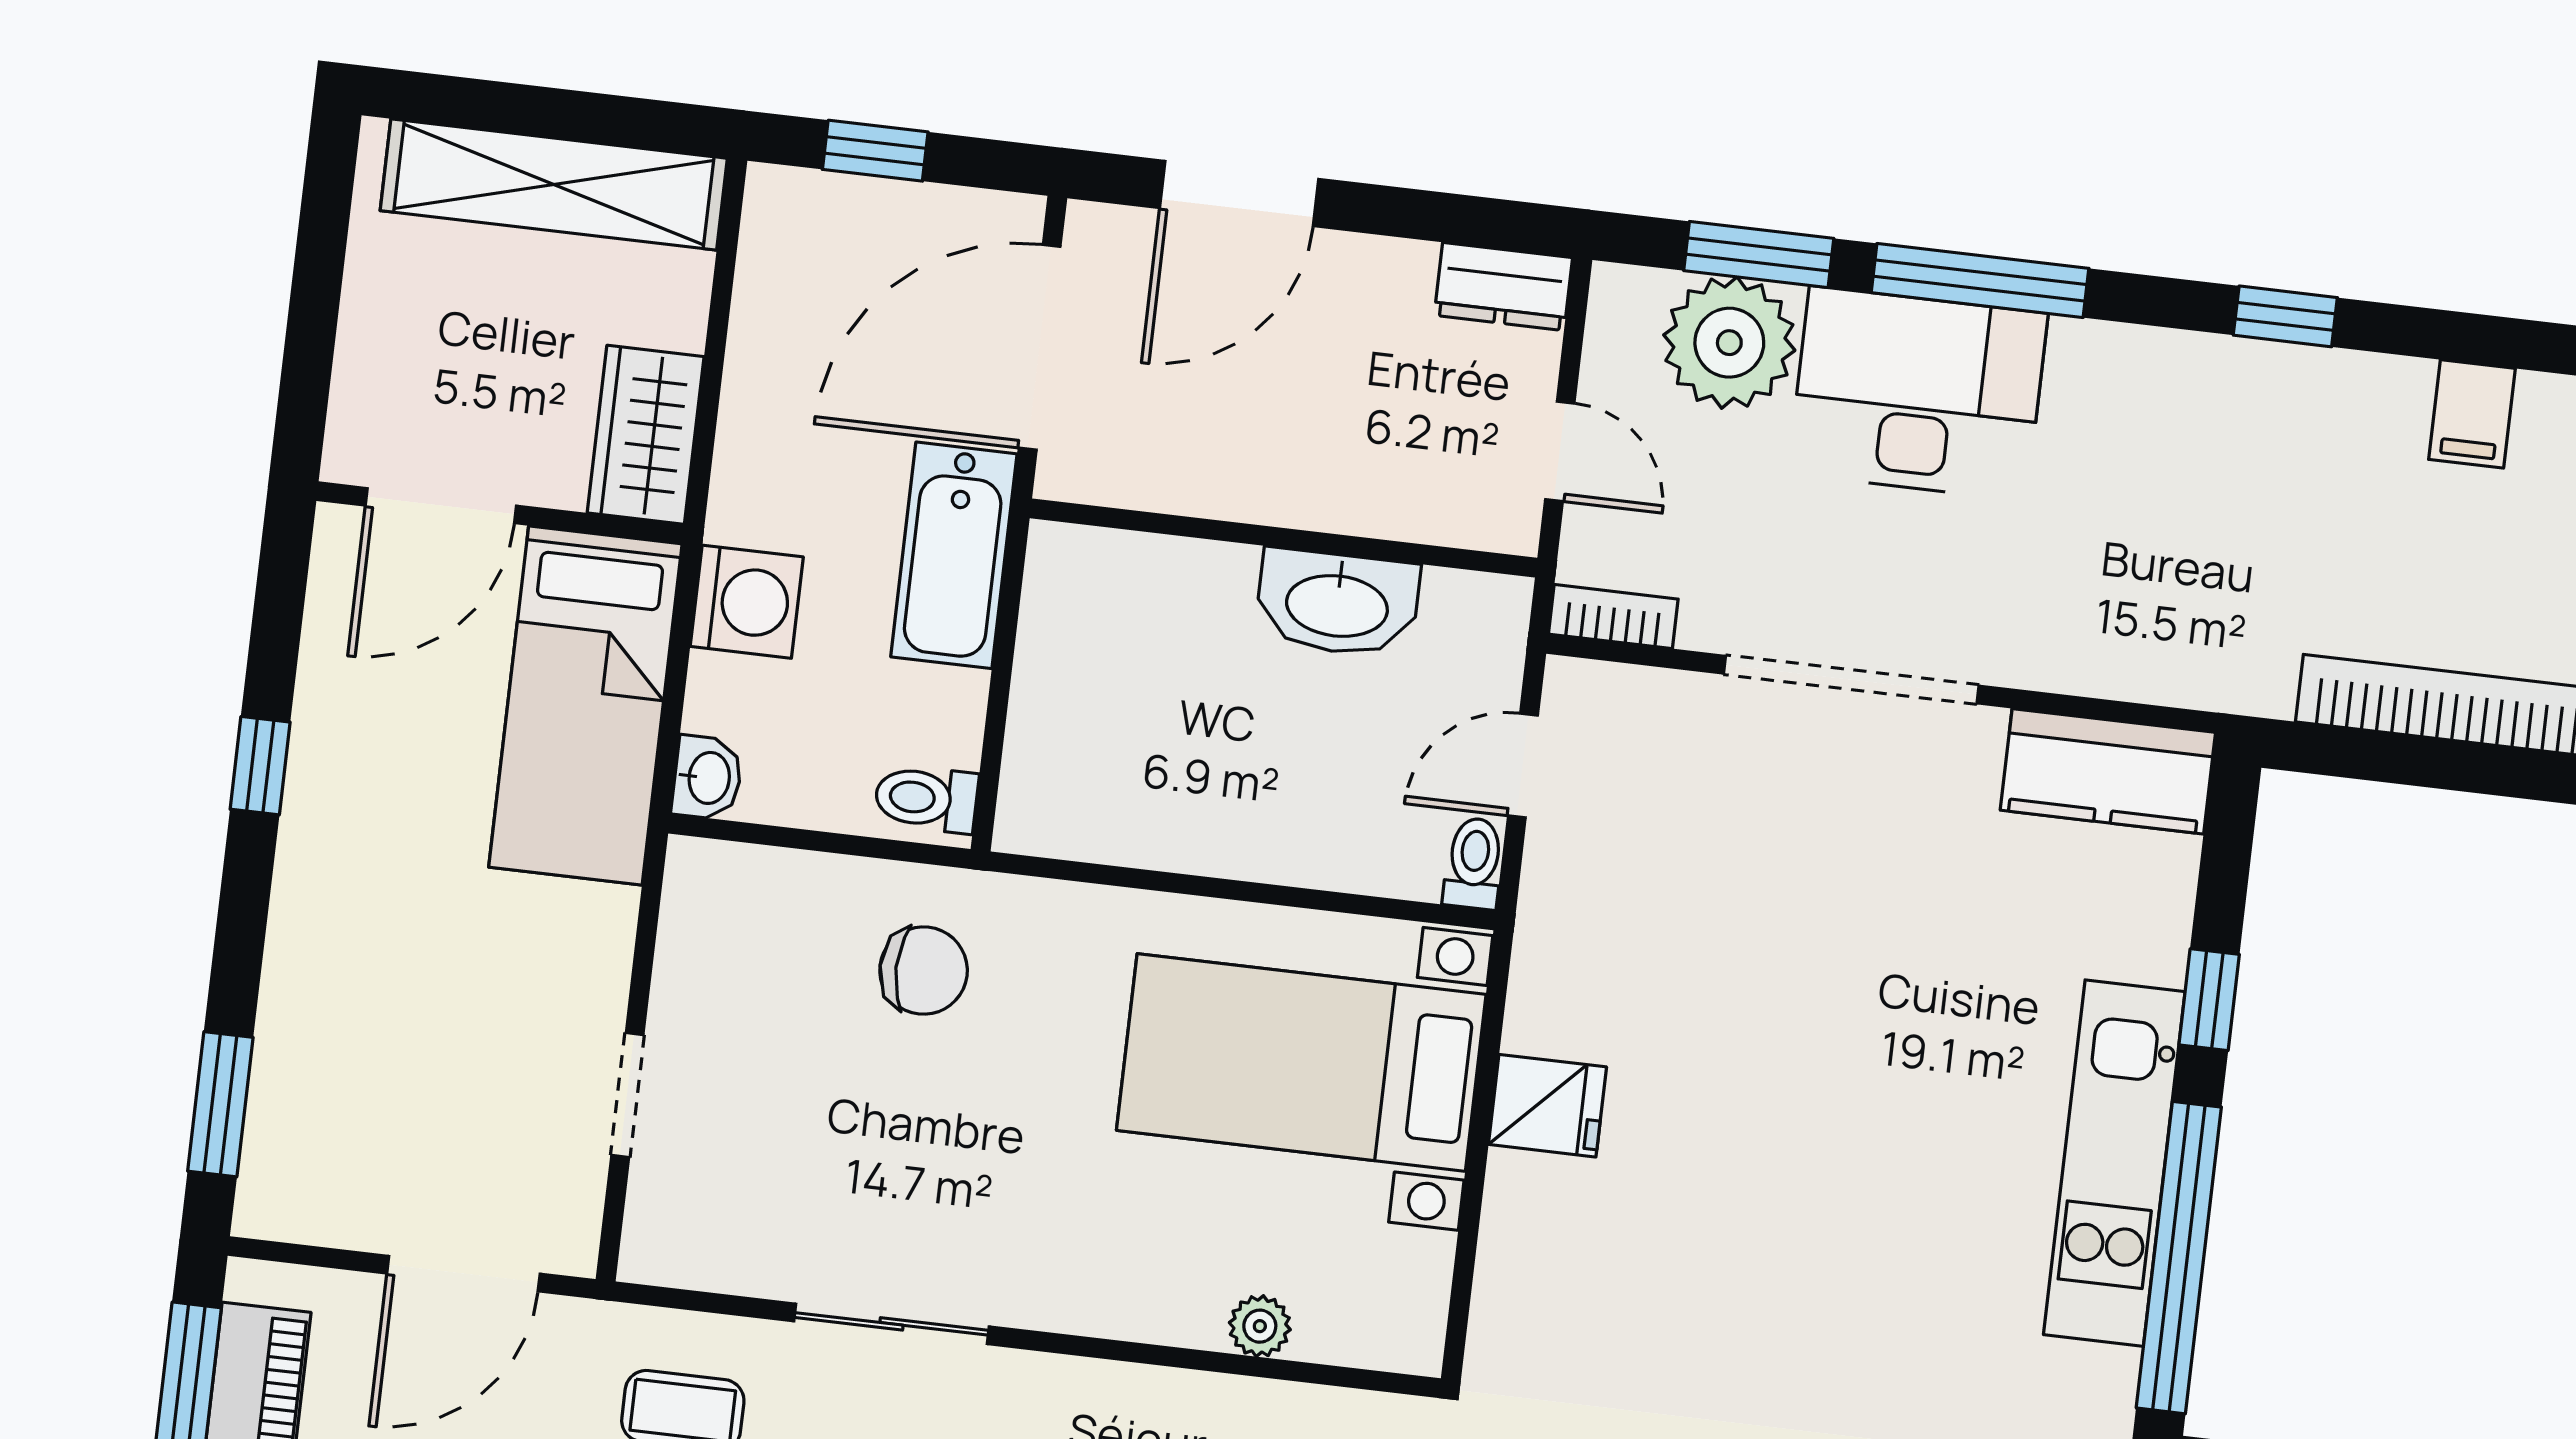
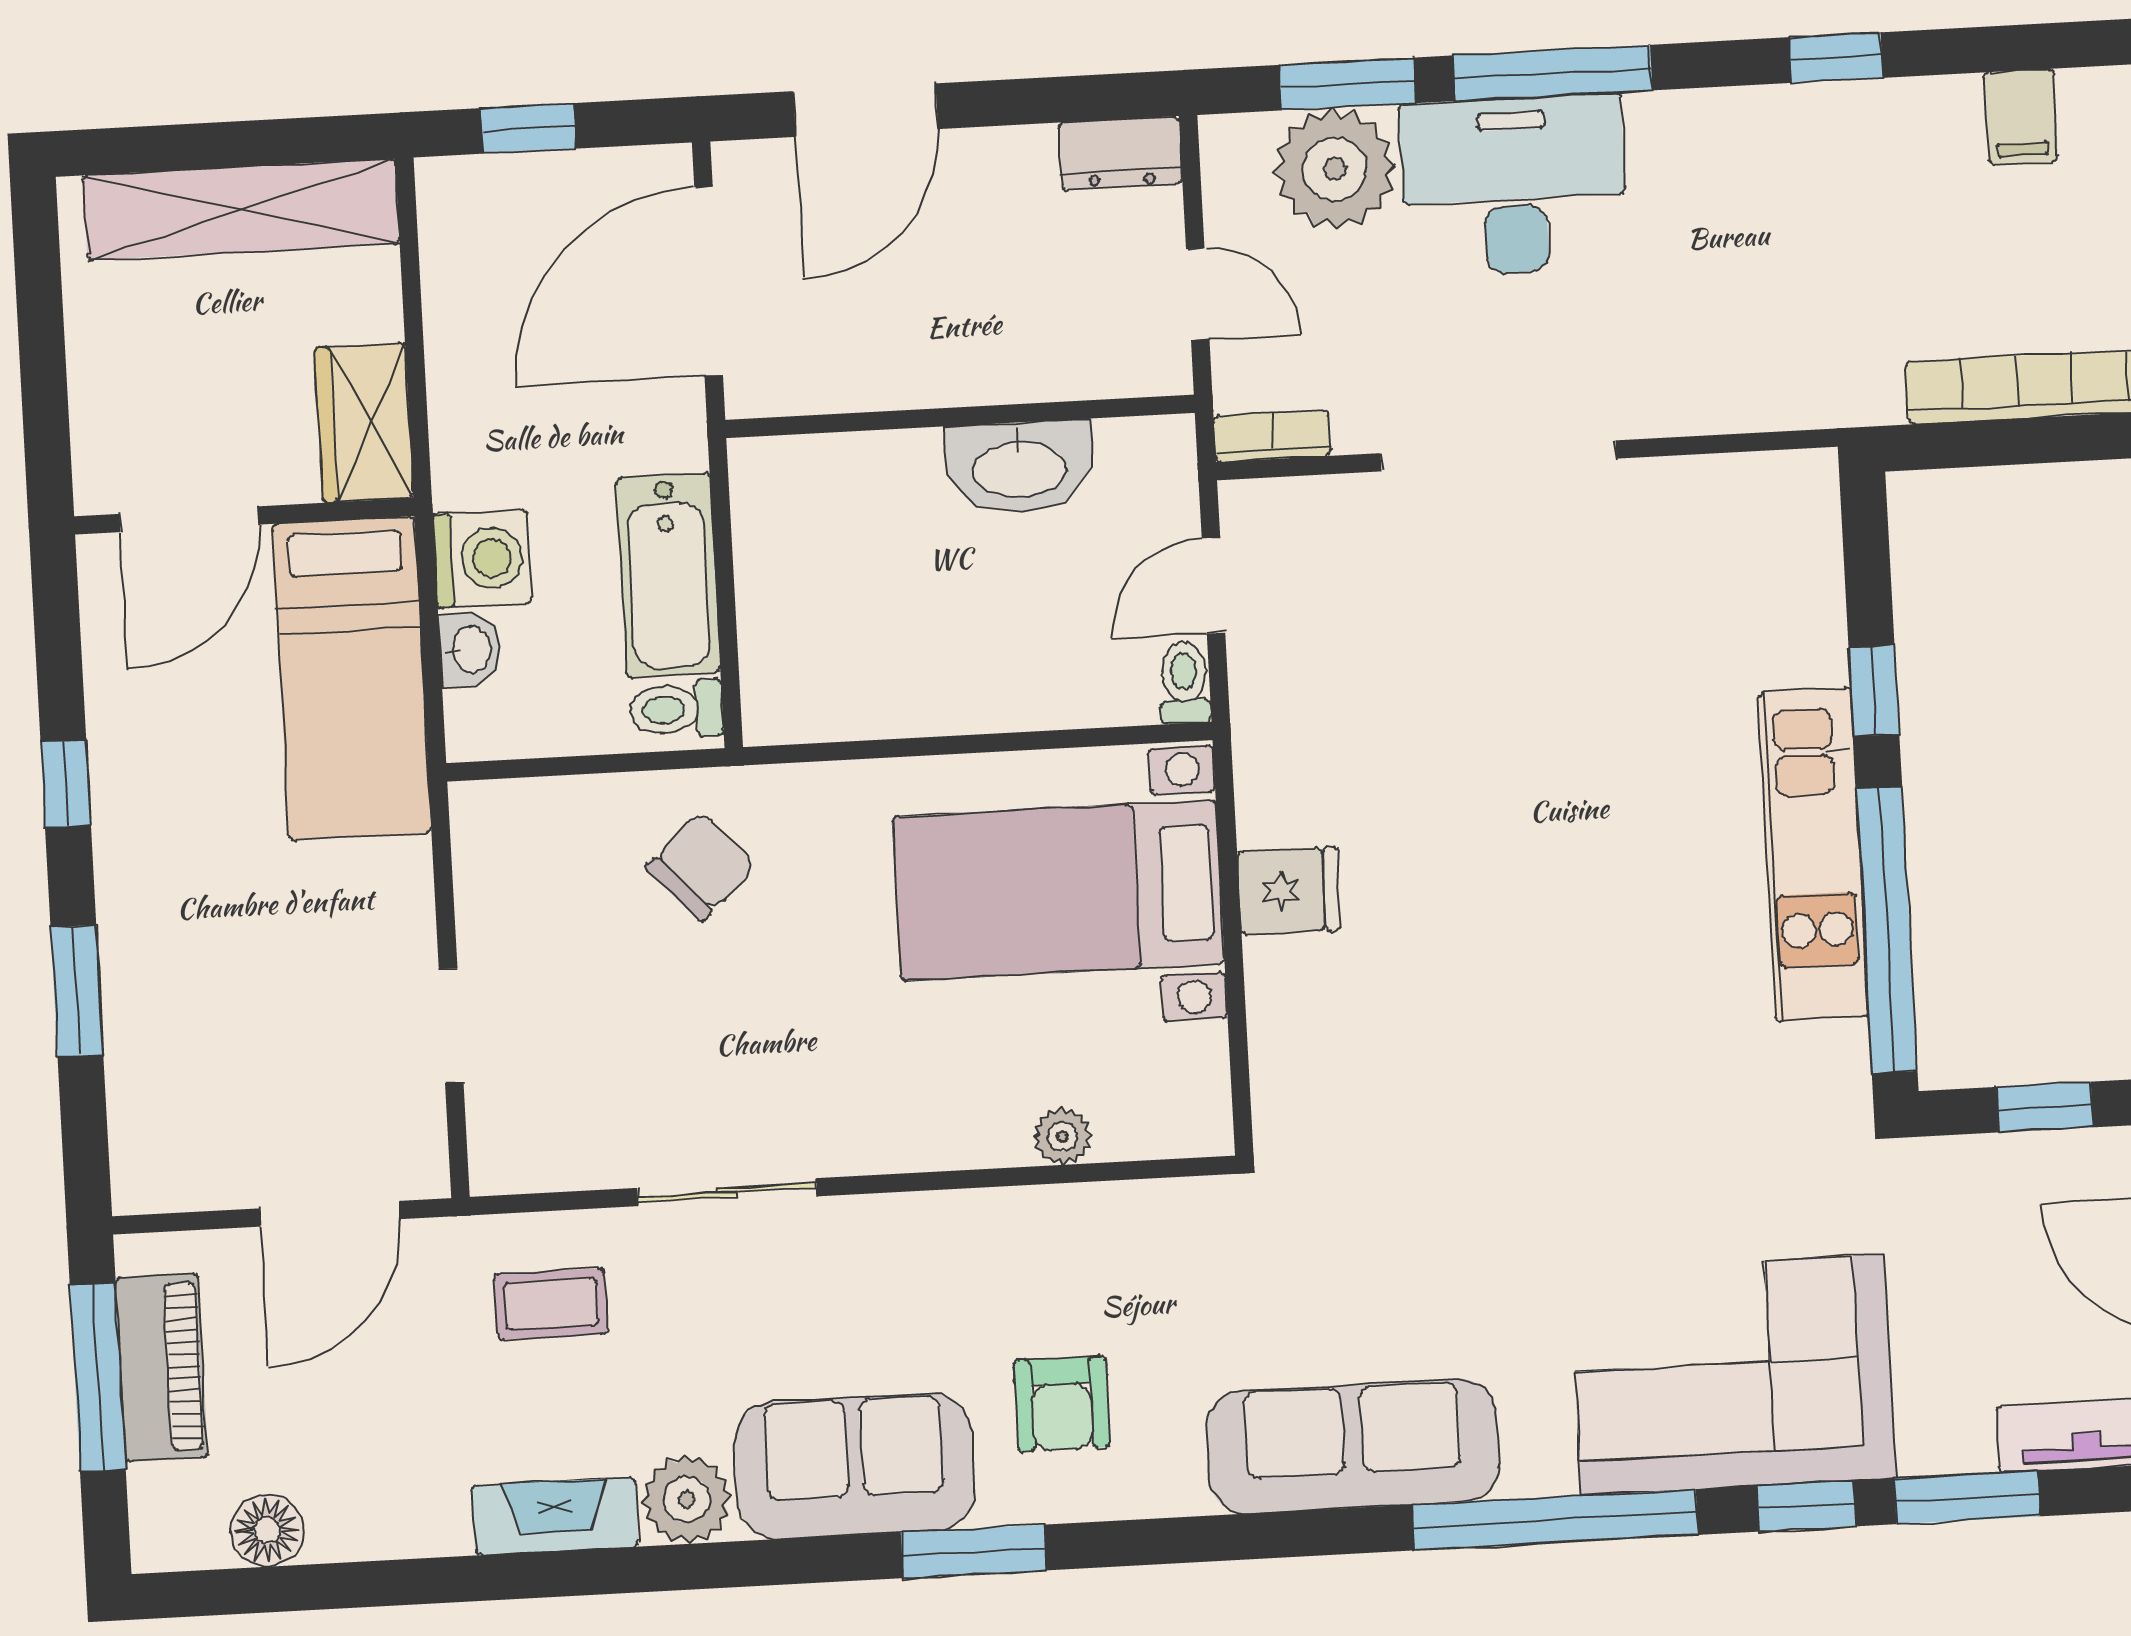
bathtub: (954, 555) -> (668, 575), moved
kitchen counter: (2108, 771) -> (1746, 499), removed
washbasin: (707, 778) -> (470, 649), moved
chair: (924, 971) -> (701, 866), turned -43
window: (220, 1104) -> (77, 991), moved

